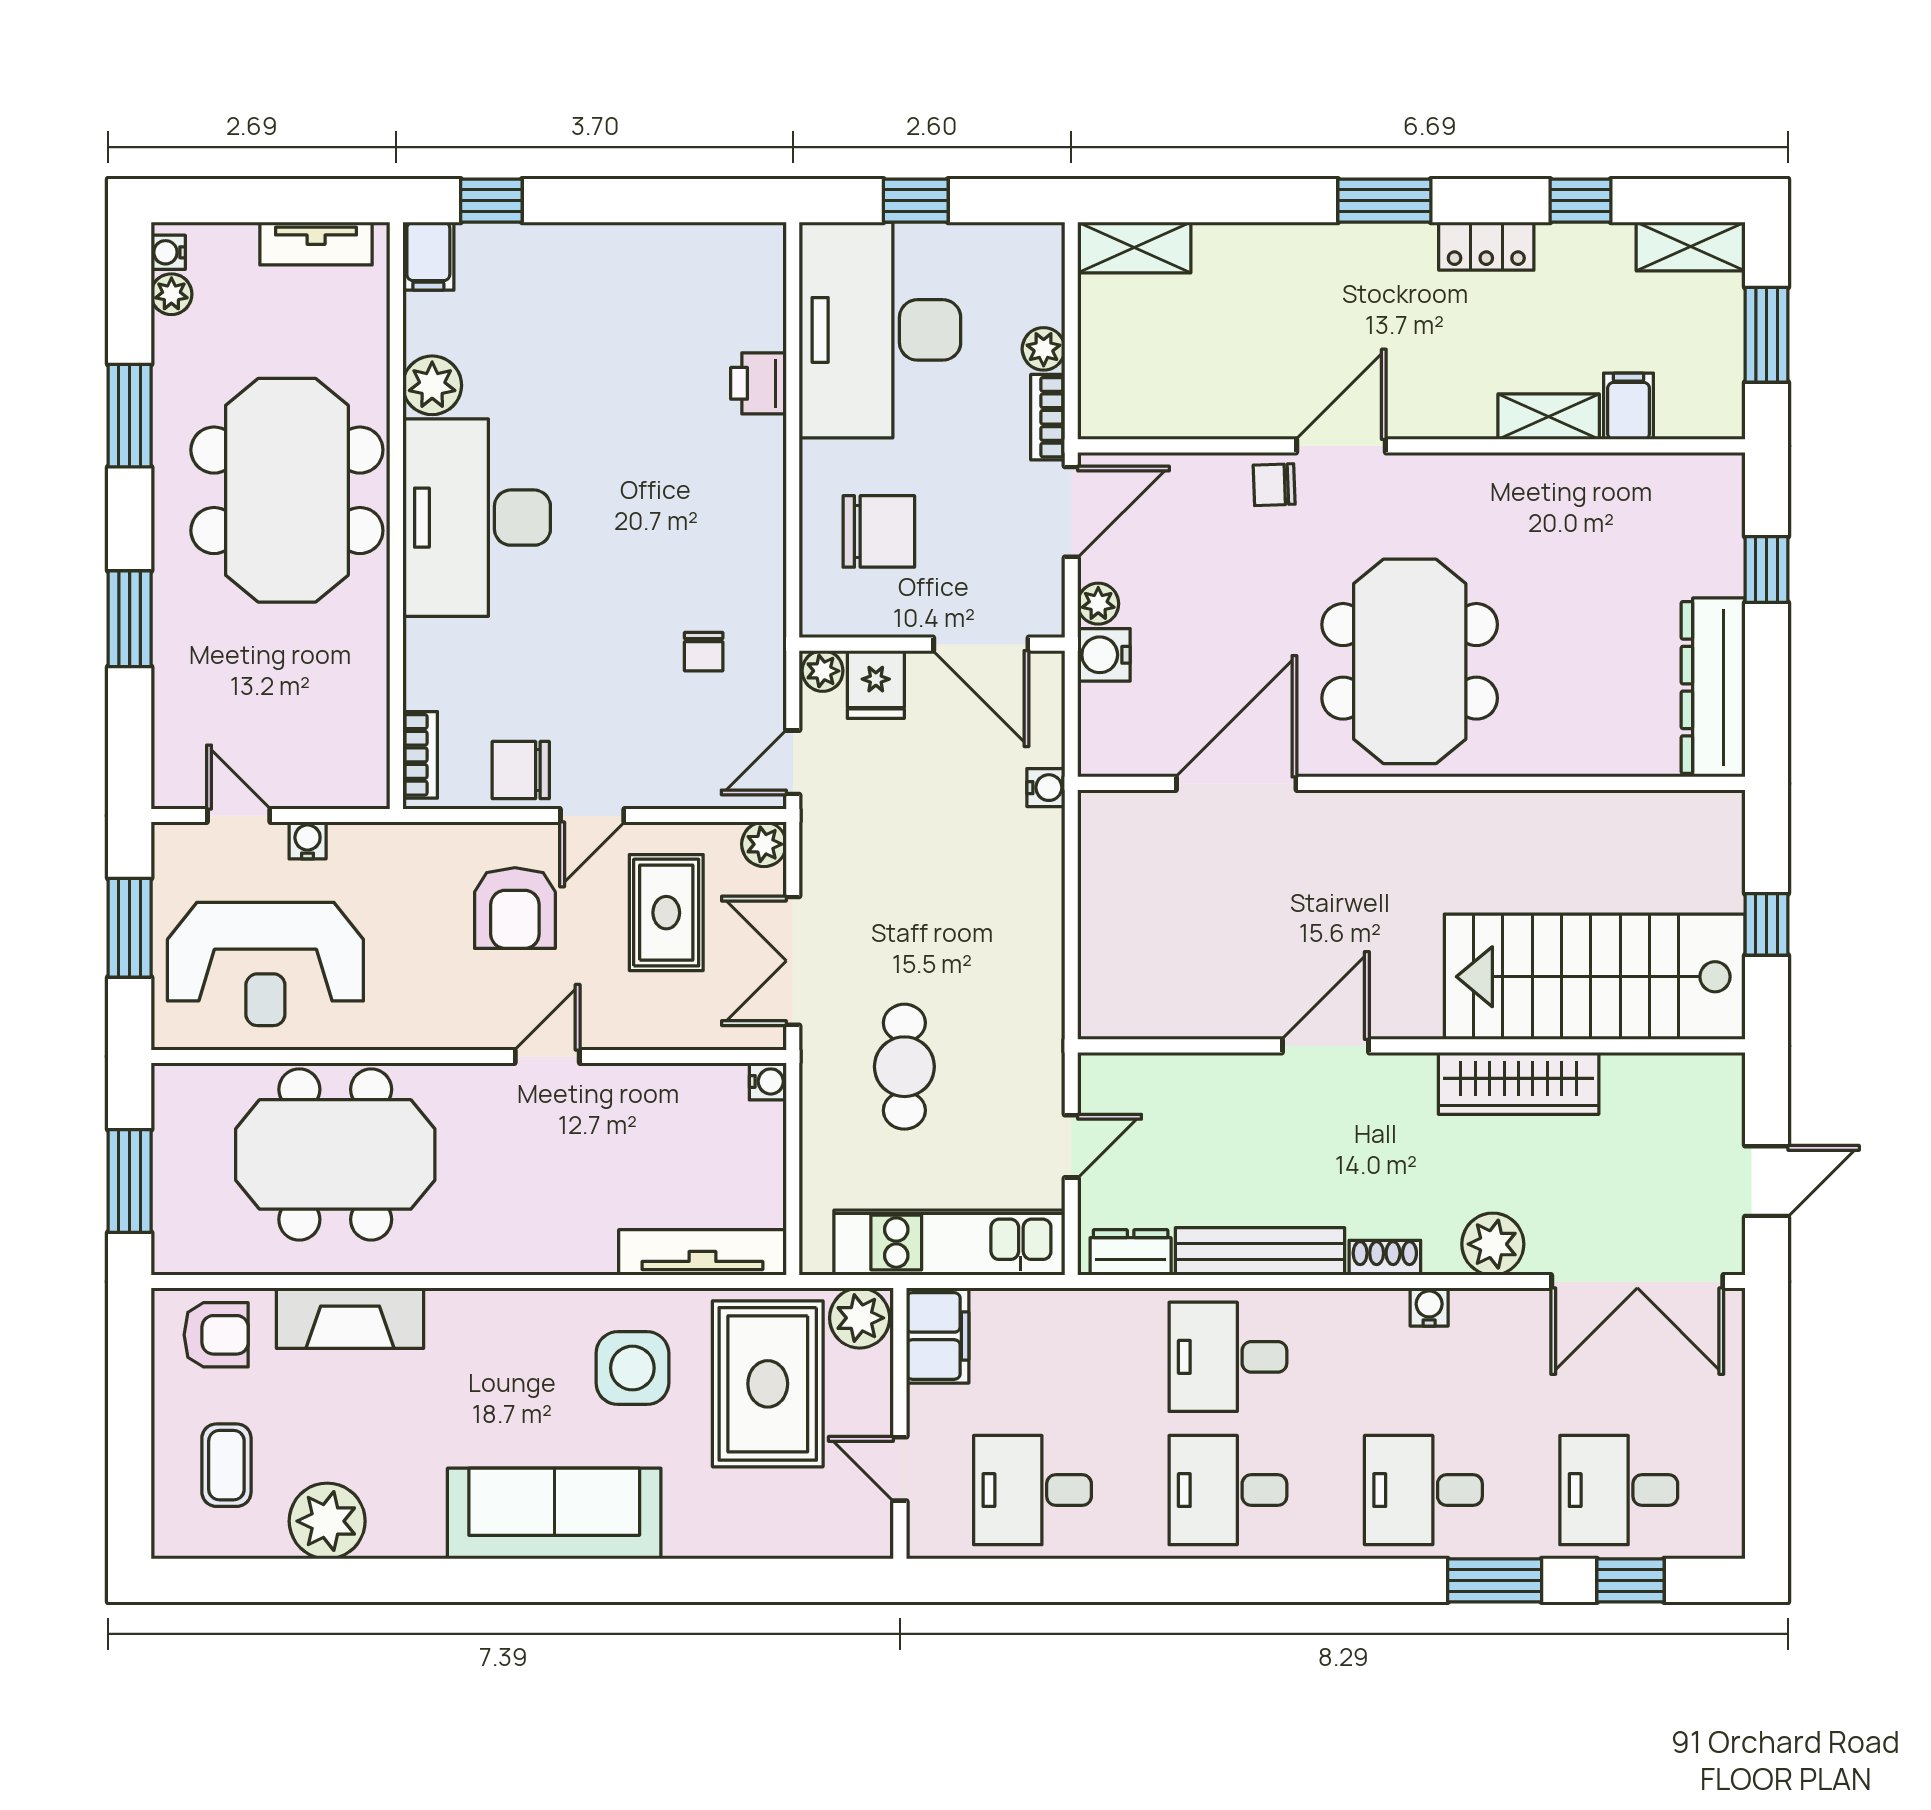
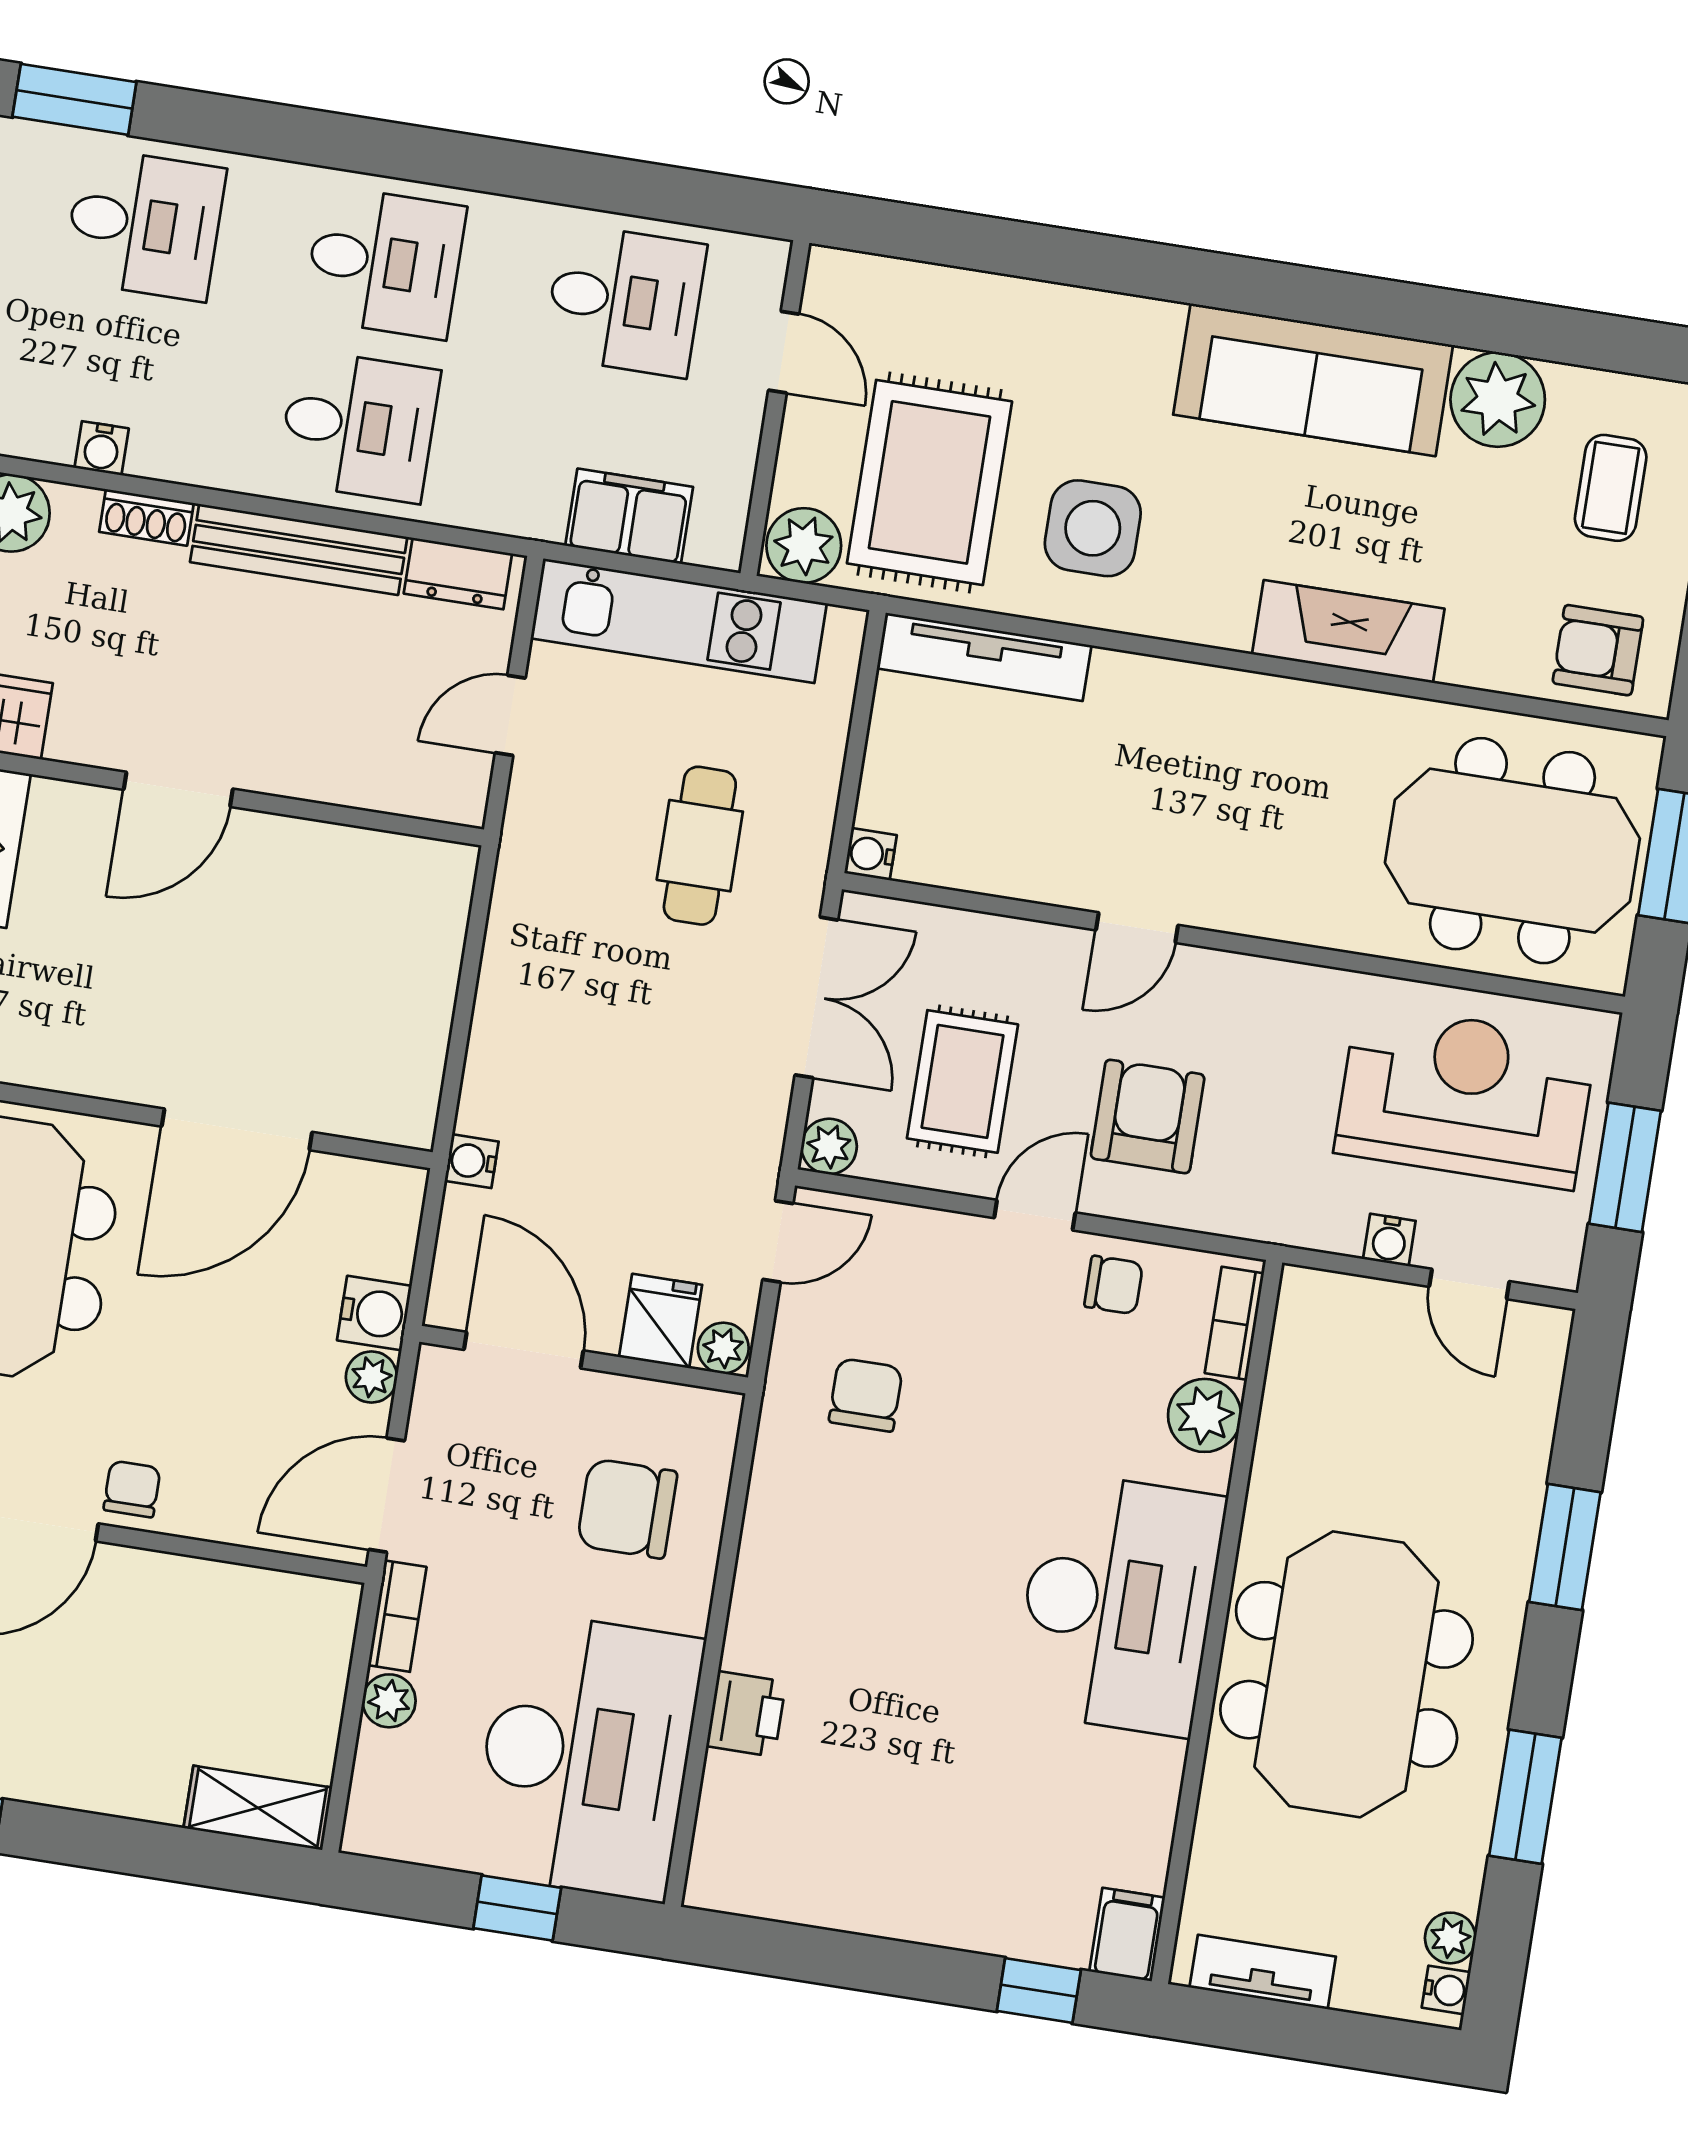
plant: (432, 385) -> (1205, 1415), moved
chair: (1274, 485) -> (132, 1489), turned -88
chair: (704, 652) -> (866, 1395), width x1.37, depth x1.37
chair: (521, 770) -> (1114, 1285), width x0.73, depth x0.73
meeting table: (335, 1154) -> (1512, 851), moved
fireplace: (350, 1318) -> (1348, 631), moved
filing cabinet: (938, 1336) -> (629, 516), moved, turned 90
sofa: (554, 1514) -> (1313, 380), moved

